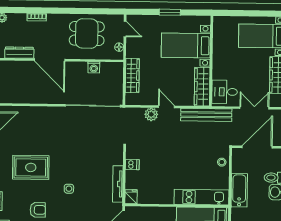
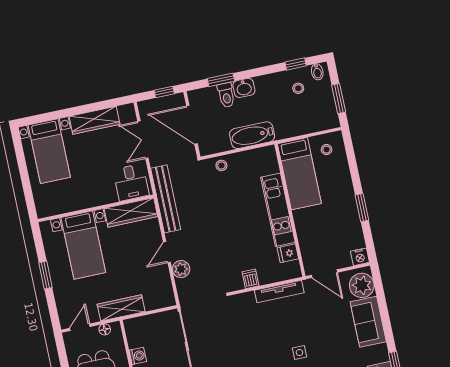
wardrobe: (132, 75) -> (121, 308), moved
fridge: (131, 197) -> (288, 253), moved
kitchen unit: (202, 197) -> (278, 210), moved

